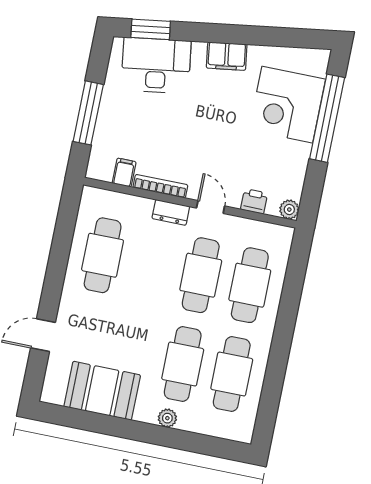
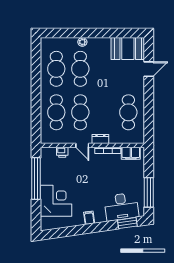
filing cabinet: (227, 56) -> (89, 218), width x0.50
window: (88, 113) -> (149, 192), moved
window: (327, 118) -> (36, 179), moved
filing cabinet: (124, 173) -> (131, 153), width x2.00
plant: (289, 210) -> (45, 152), removed
booth: (102, 391) -> (128, 49), moved

